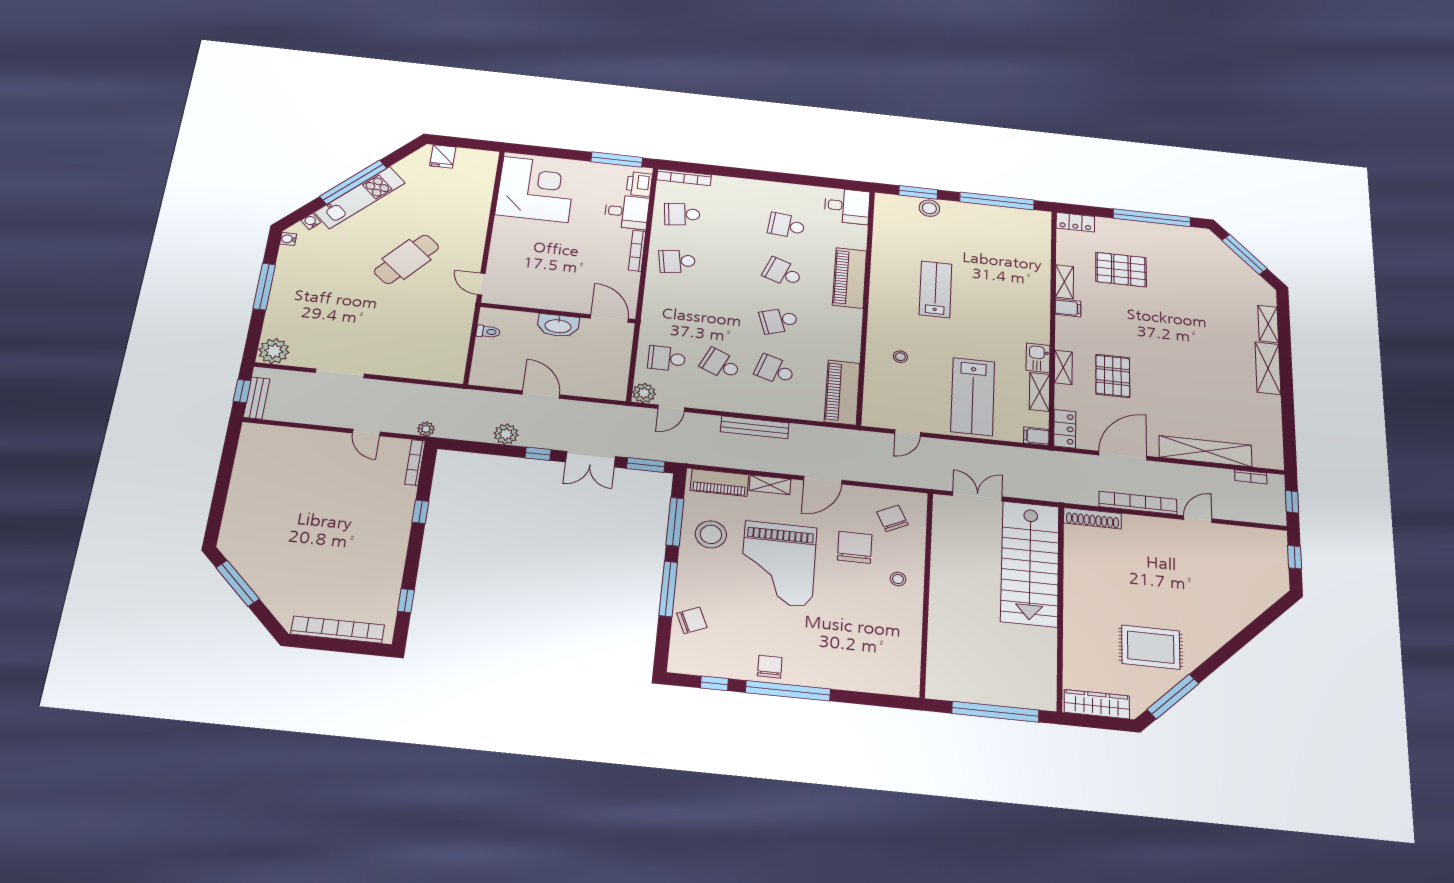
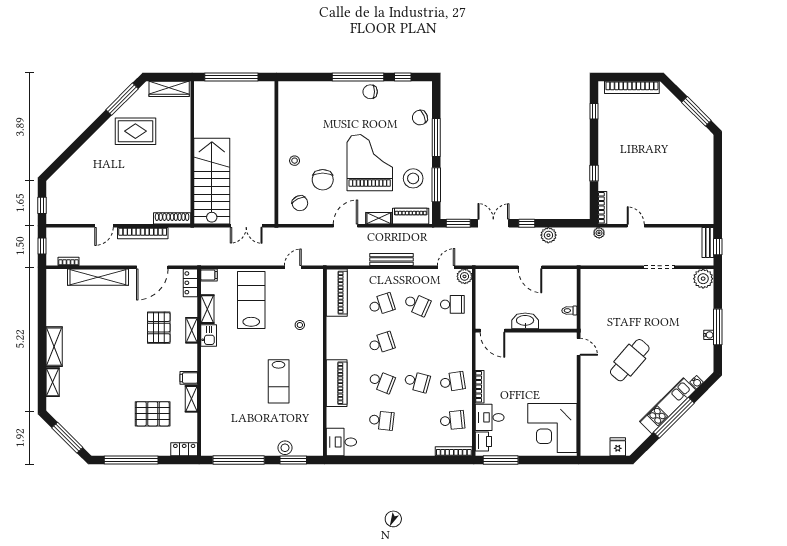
water cooler: (288, 239) -> (709, 335), moved
school desk: (730, 267) -> (417, 382), added
school desk: (775, 370) -> (382, 304), turned -36
chair: (770, 667) -> (370, 92), turned 90

